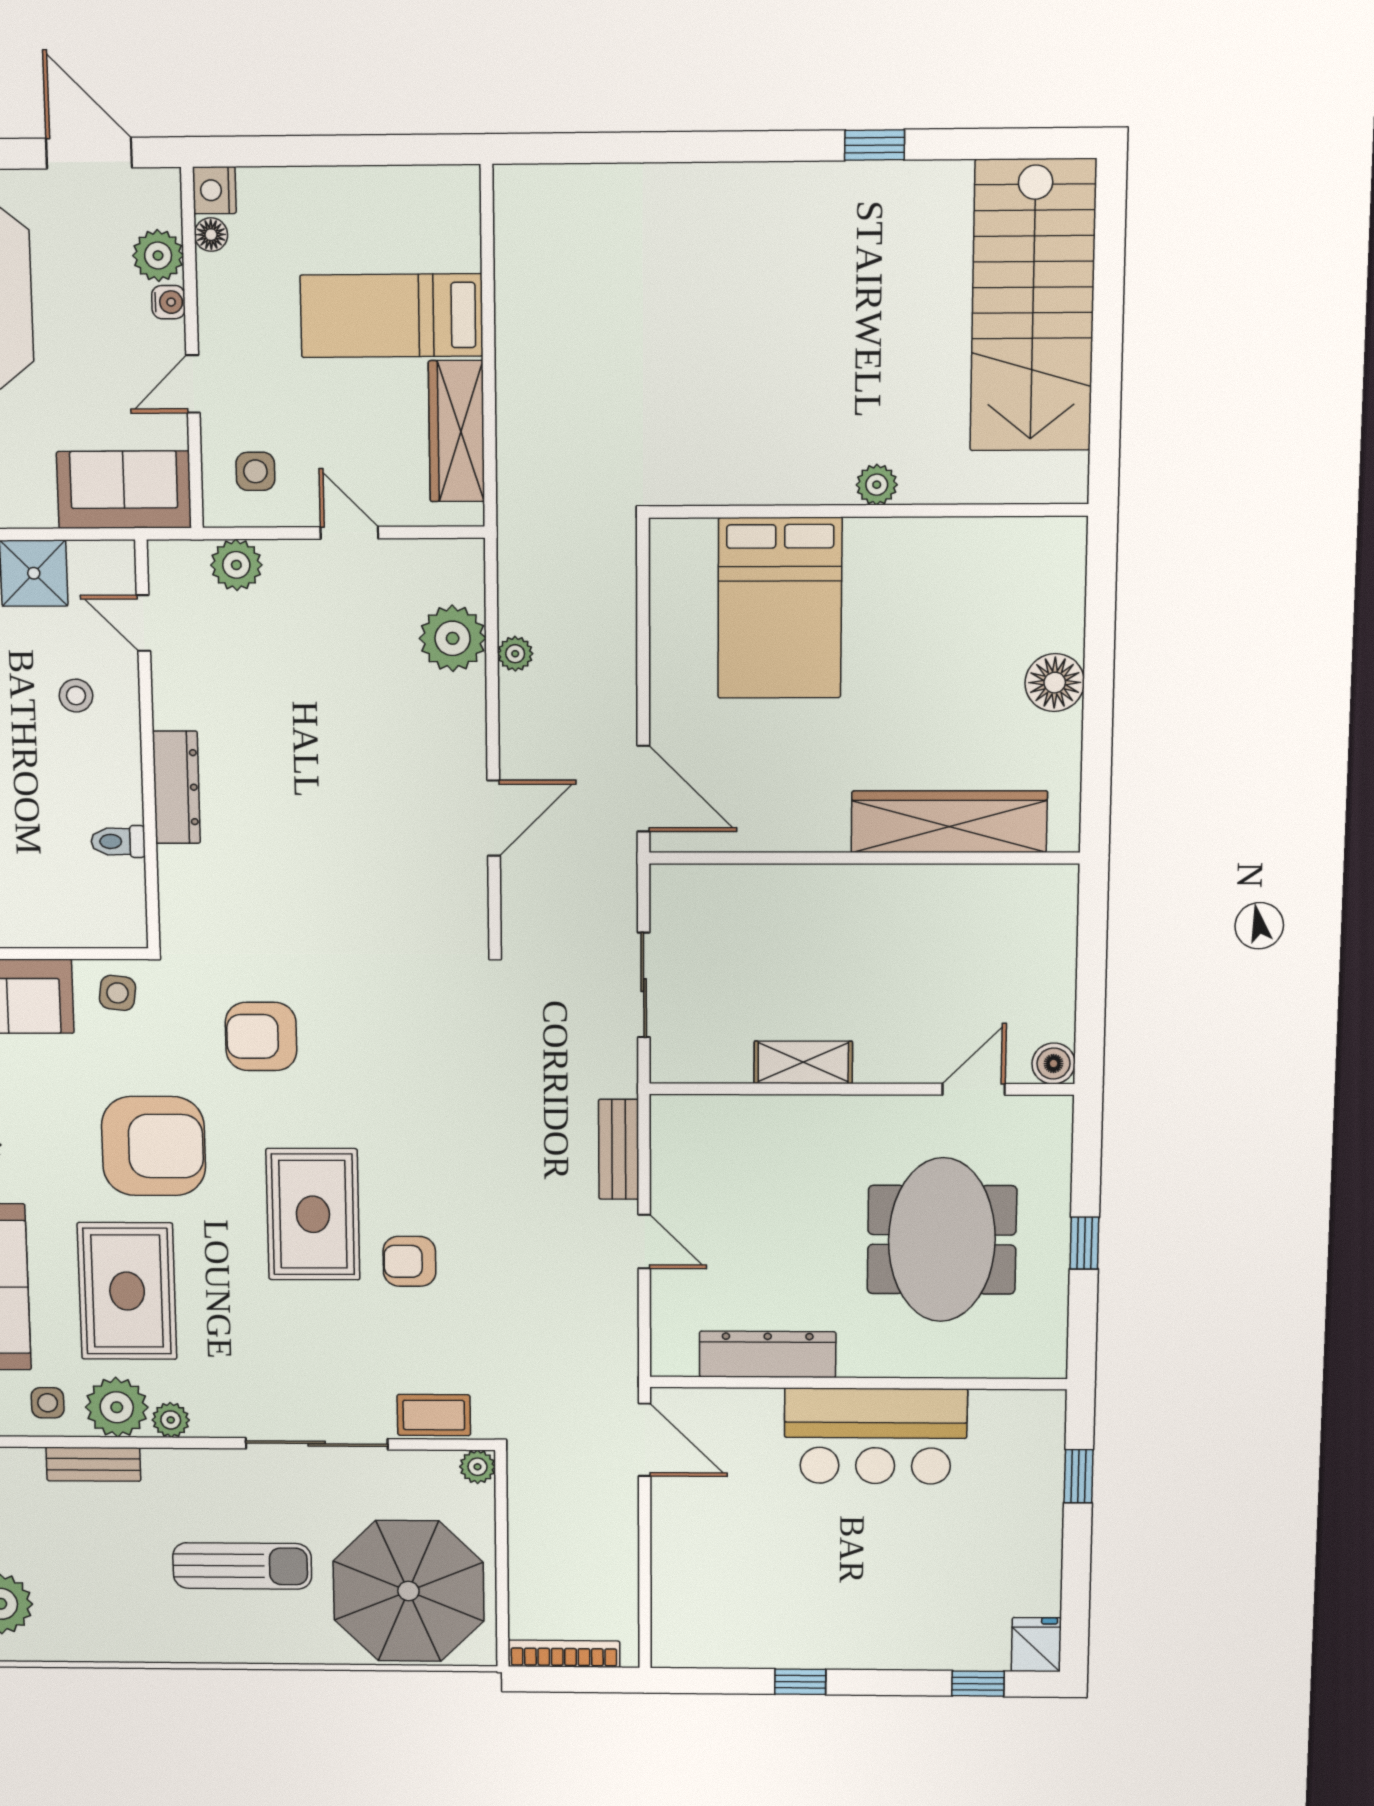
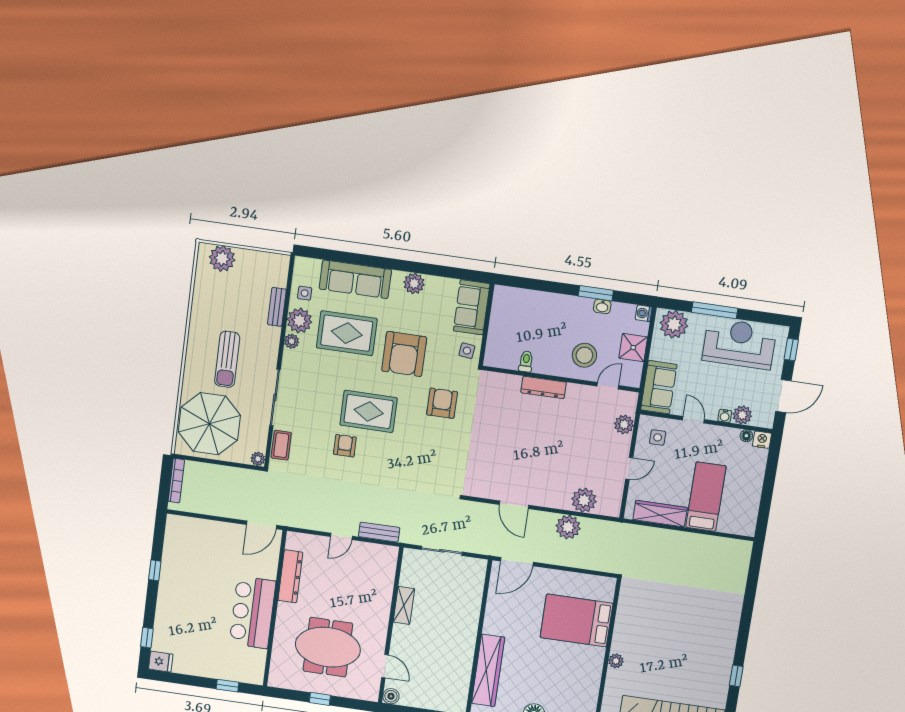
plant: (515, 654) -> (568, 527), width x1.87, depth x1.87
stool: (76, 696) -> (584, 355), width x1.89, depth x1.89

